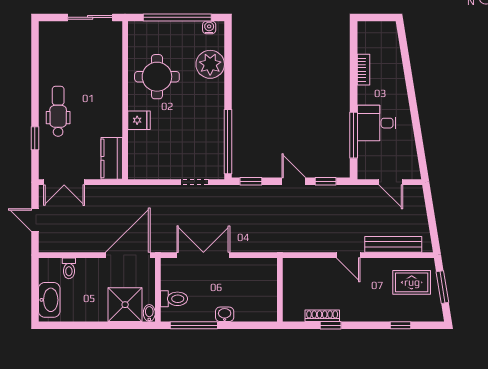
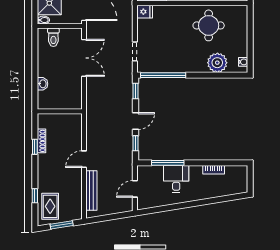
window: (177, 17) -> (250, 40), removed
fridge: (139, 120) -> (145, 12), moved, turned -90
rug: (412, 282) -> (50, 206), moved
washbasin: (225, 314) -> (43, 84), moved
window: (194, 325) -> (35, 51), removed

